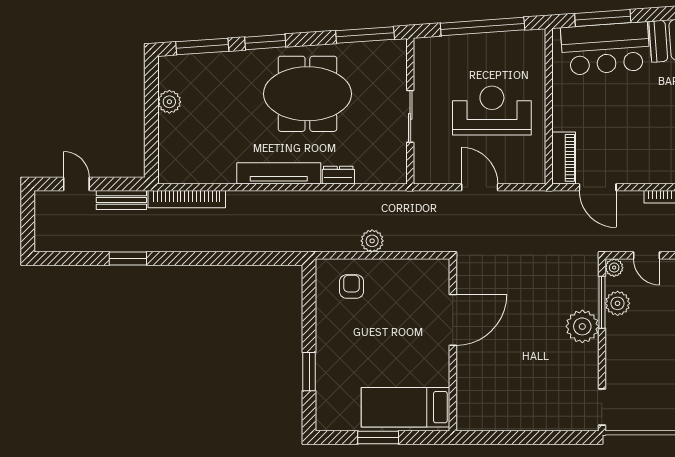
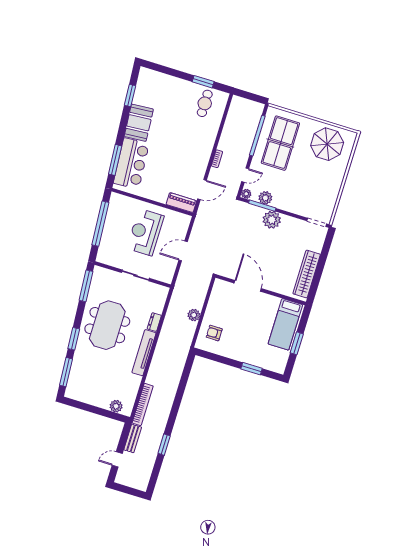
plant: (169, 102) -> (116, 406), moved
wardrobe: (506, 417) -> (307, 274), added

